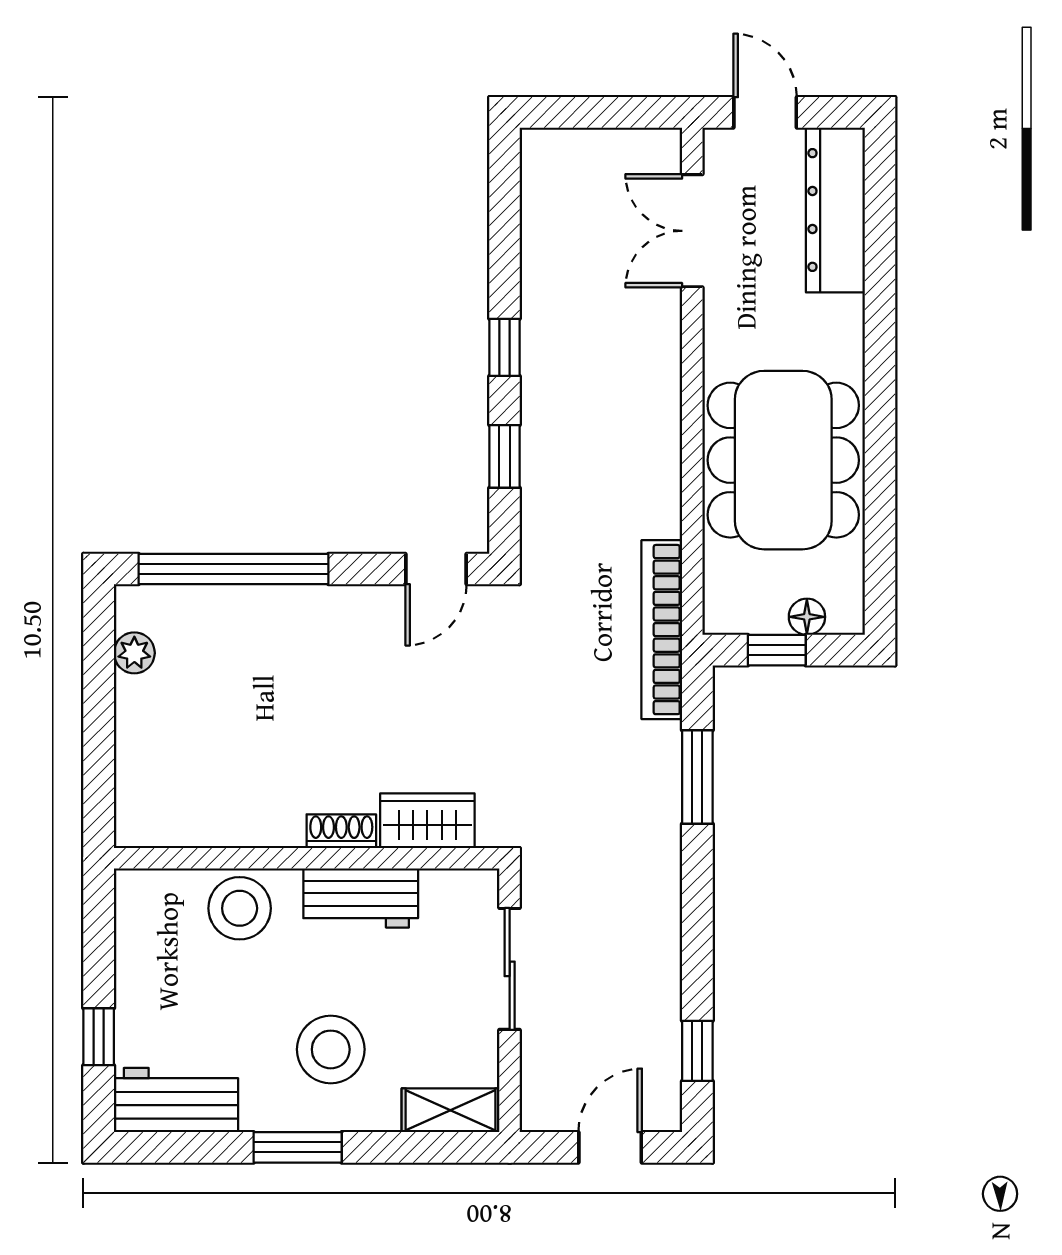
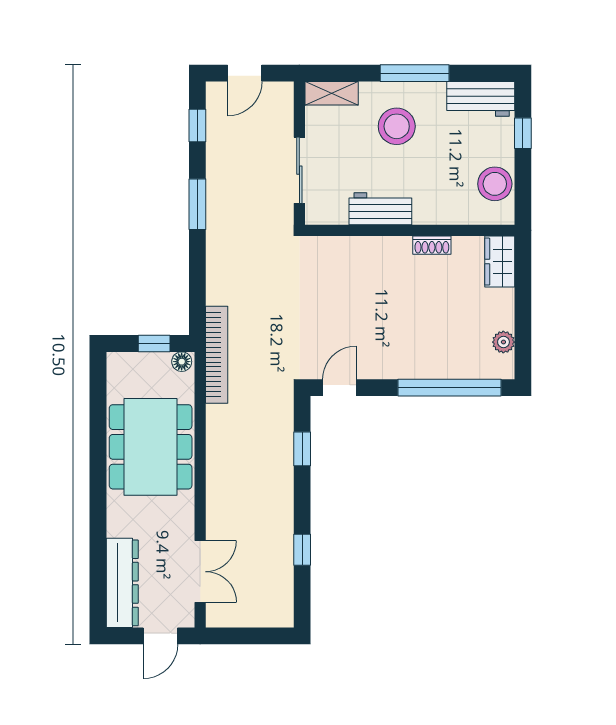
door: (765, 112) -> (160, 636), hinge flipped
window: (505, 347) -> (302, 550), moved
floor lamp: (807, 617) -> (182, 362), moved
window: (697, 777) -> (197, 204), moved
wardrobe: (427, 821) -> (500, 262), moved, turned 90
shoe rack: (341, 831) -> (432, 245), moved
stool: (240, 908) -> (495, 184), moved
window: (298, 1147) -> (415, 73), width x1.44

